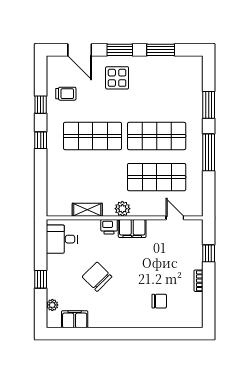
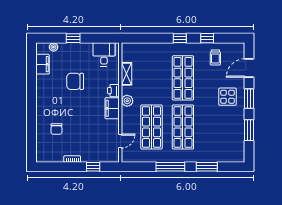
chair: (97, 277) -> (75, 81), turned -135

